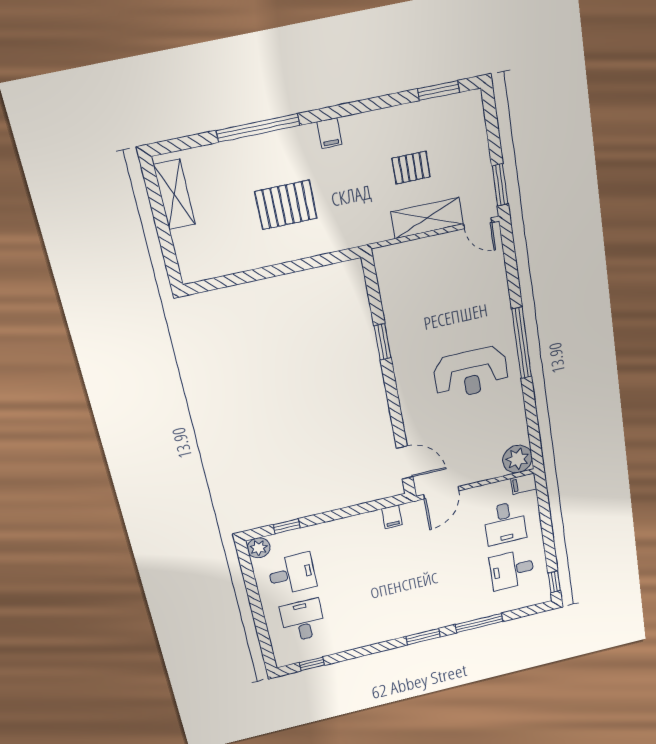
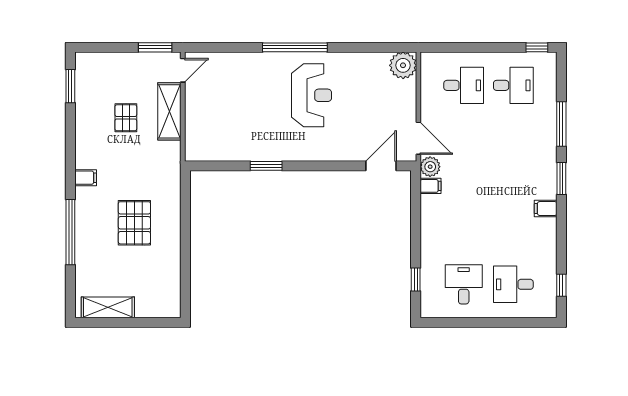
filing cabinet: (524, 484) -> (546, 209), moved, turned 90
plant: (259, 548) -> (430, 167), moved
desk: (512, 570) -> (513, 85), turned -90

